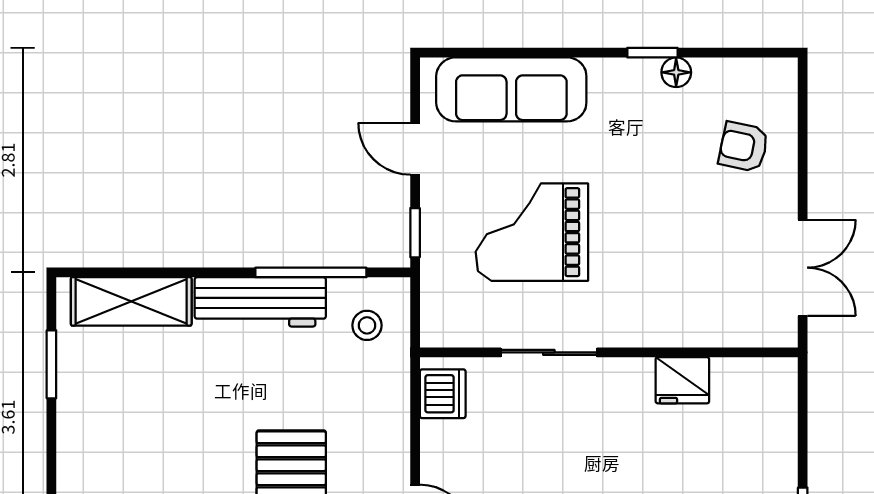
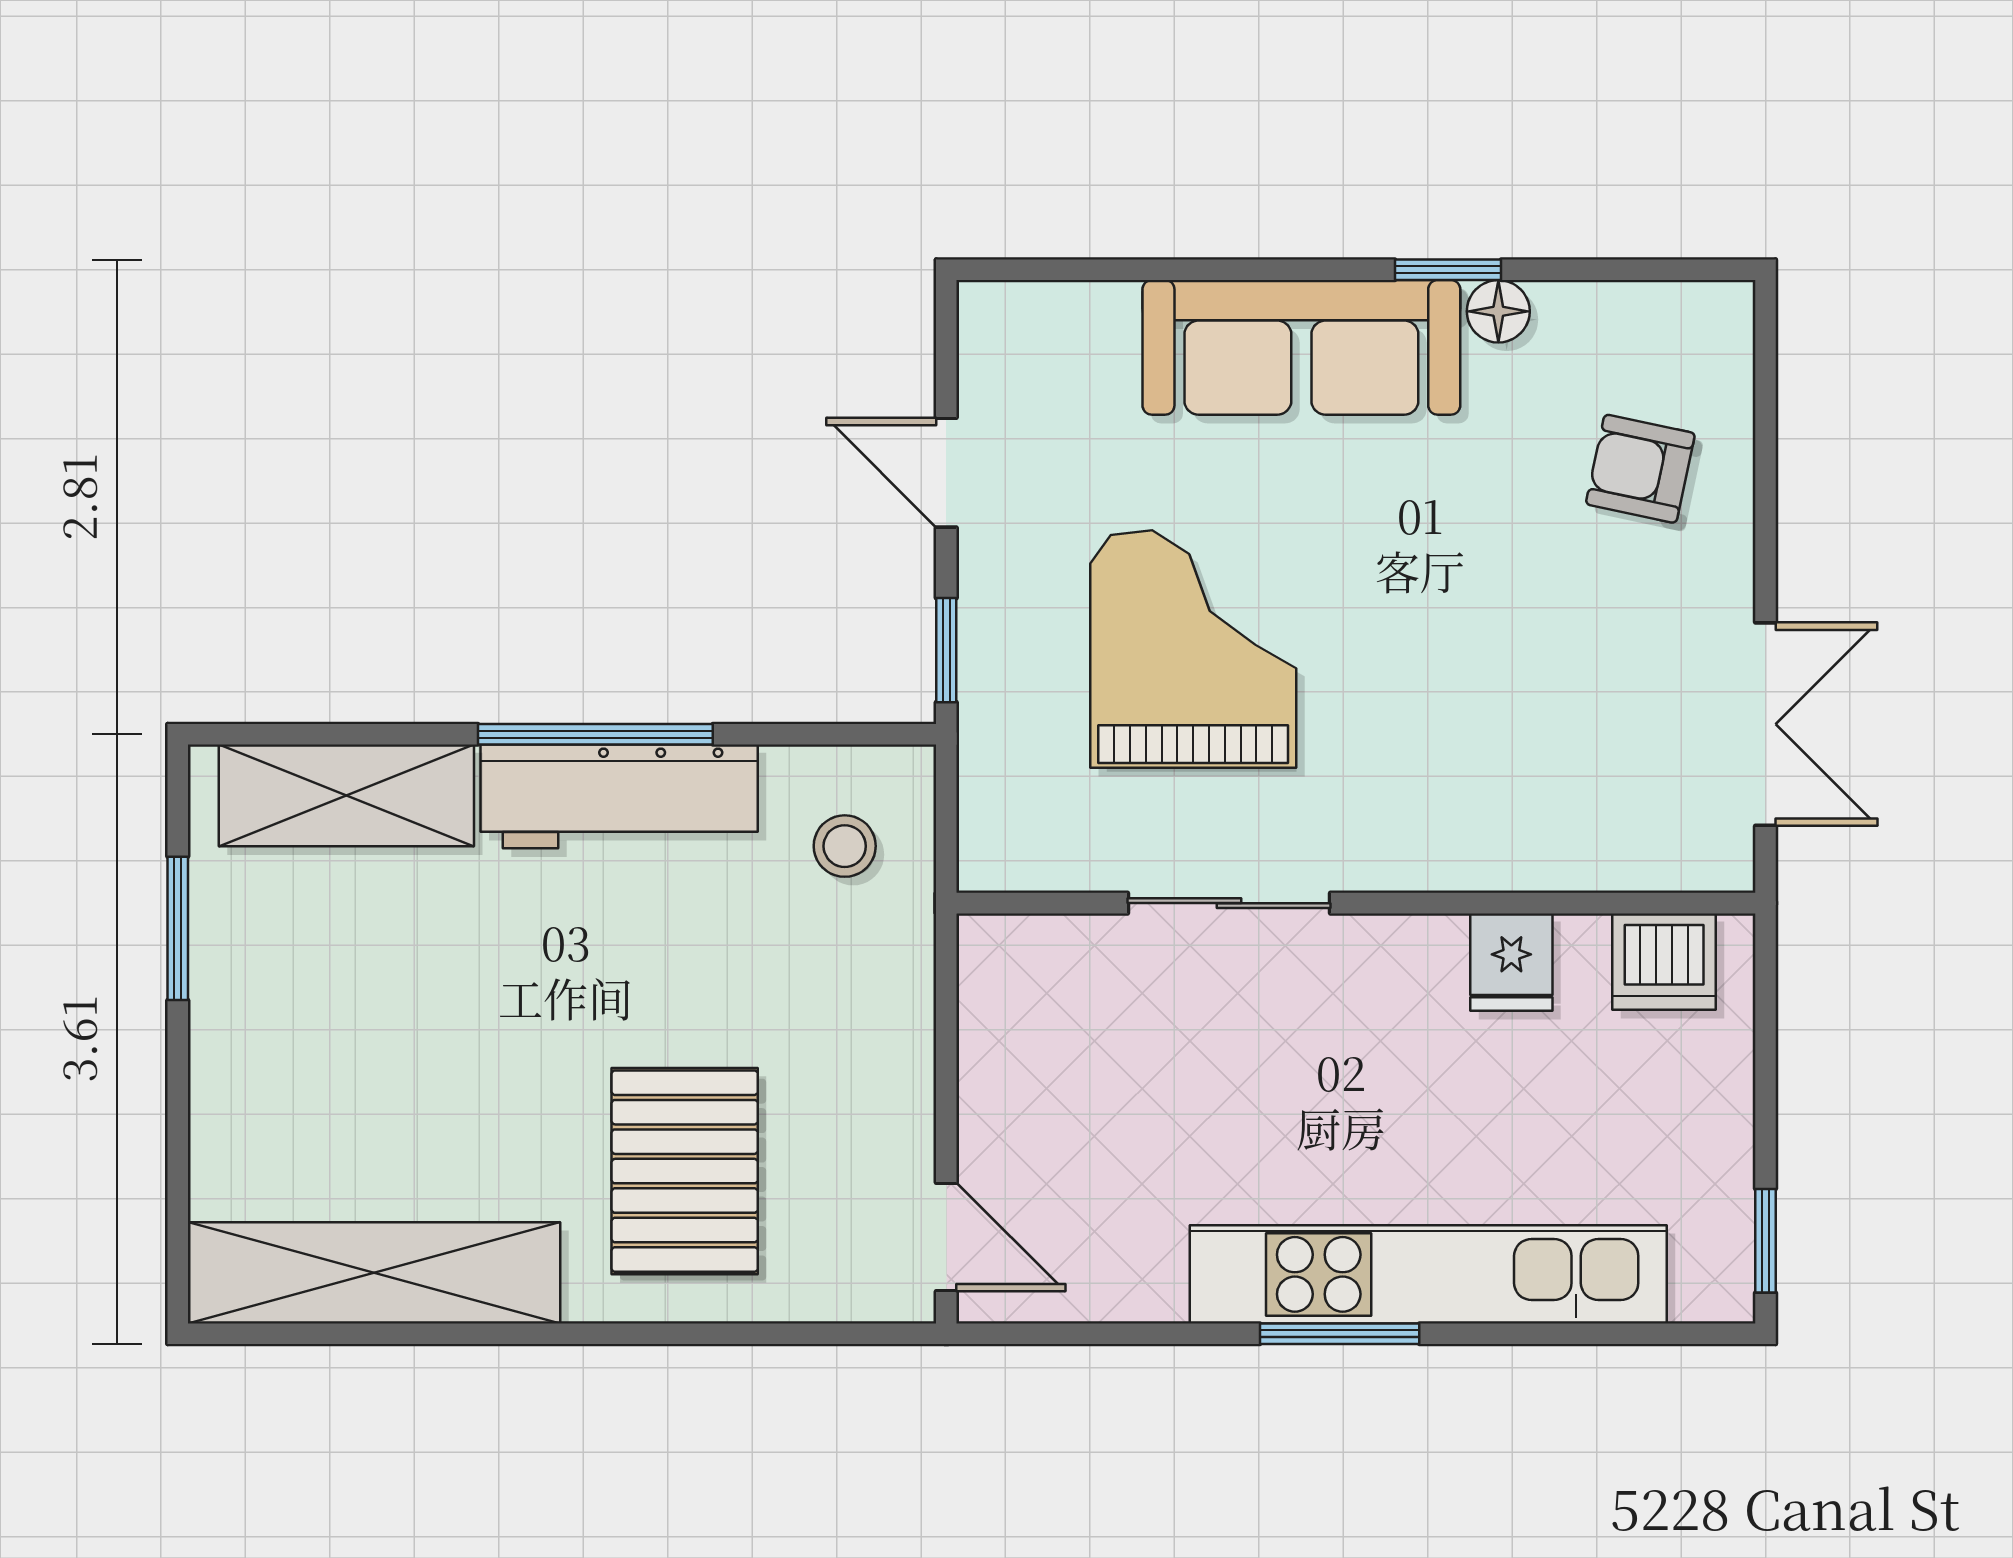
sofa: (511, 89) -> (1301, 347), moved
grand piano: (532, 232) -> (1193, 649), turned 90
window: (311, 272) -> (595, 734), moved
fridge: (682, 380) -> (1511, 962), width x0.72
dishwasher: (443, 394) -> (1664, 962), moved, turned 90

